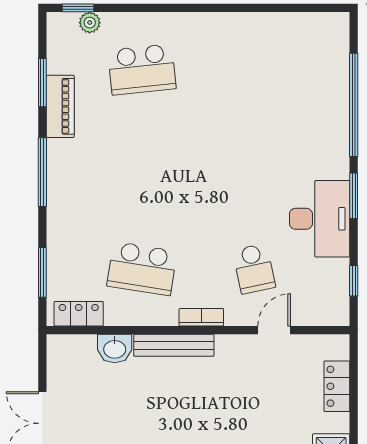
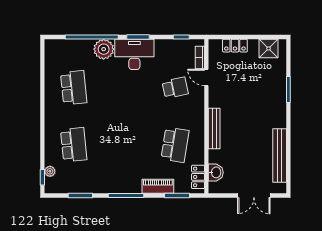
school desk: (254, 69) -> (74, 88), added
piano: (60, 106) -> (158, 186), moved
plant: (330, 128) -> (104, 49), added
desk: (320, 219) -> (134, 54), moved
bookcase: (201, 317) -> (200, 57), moved
washbasin: (115, 349) -> (216, 172), moved

